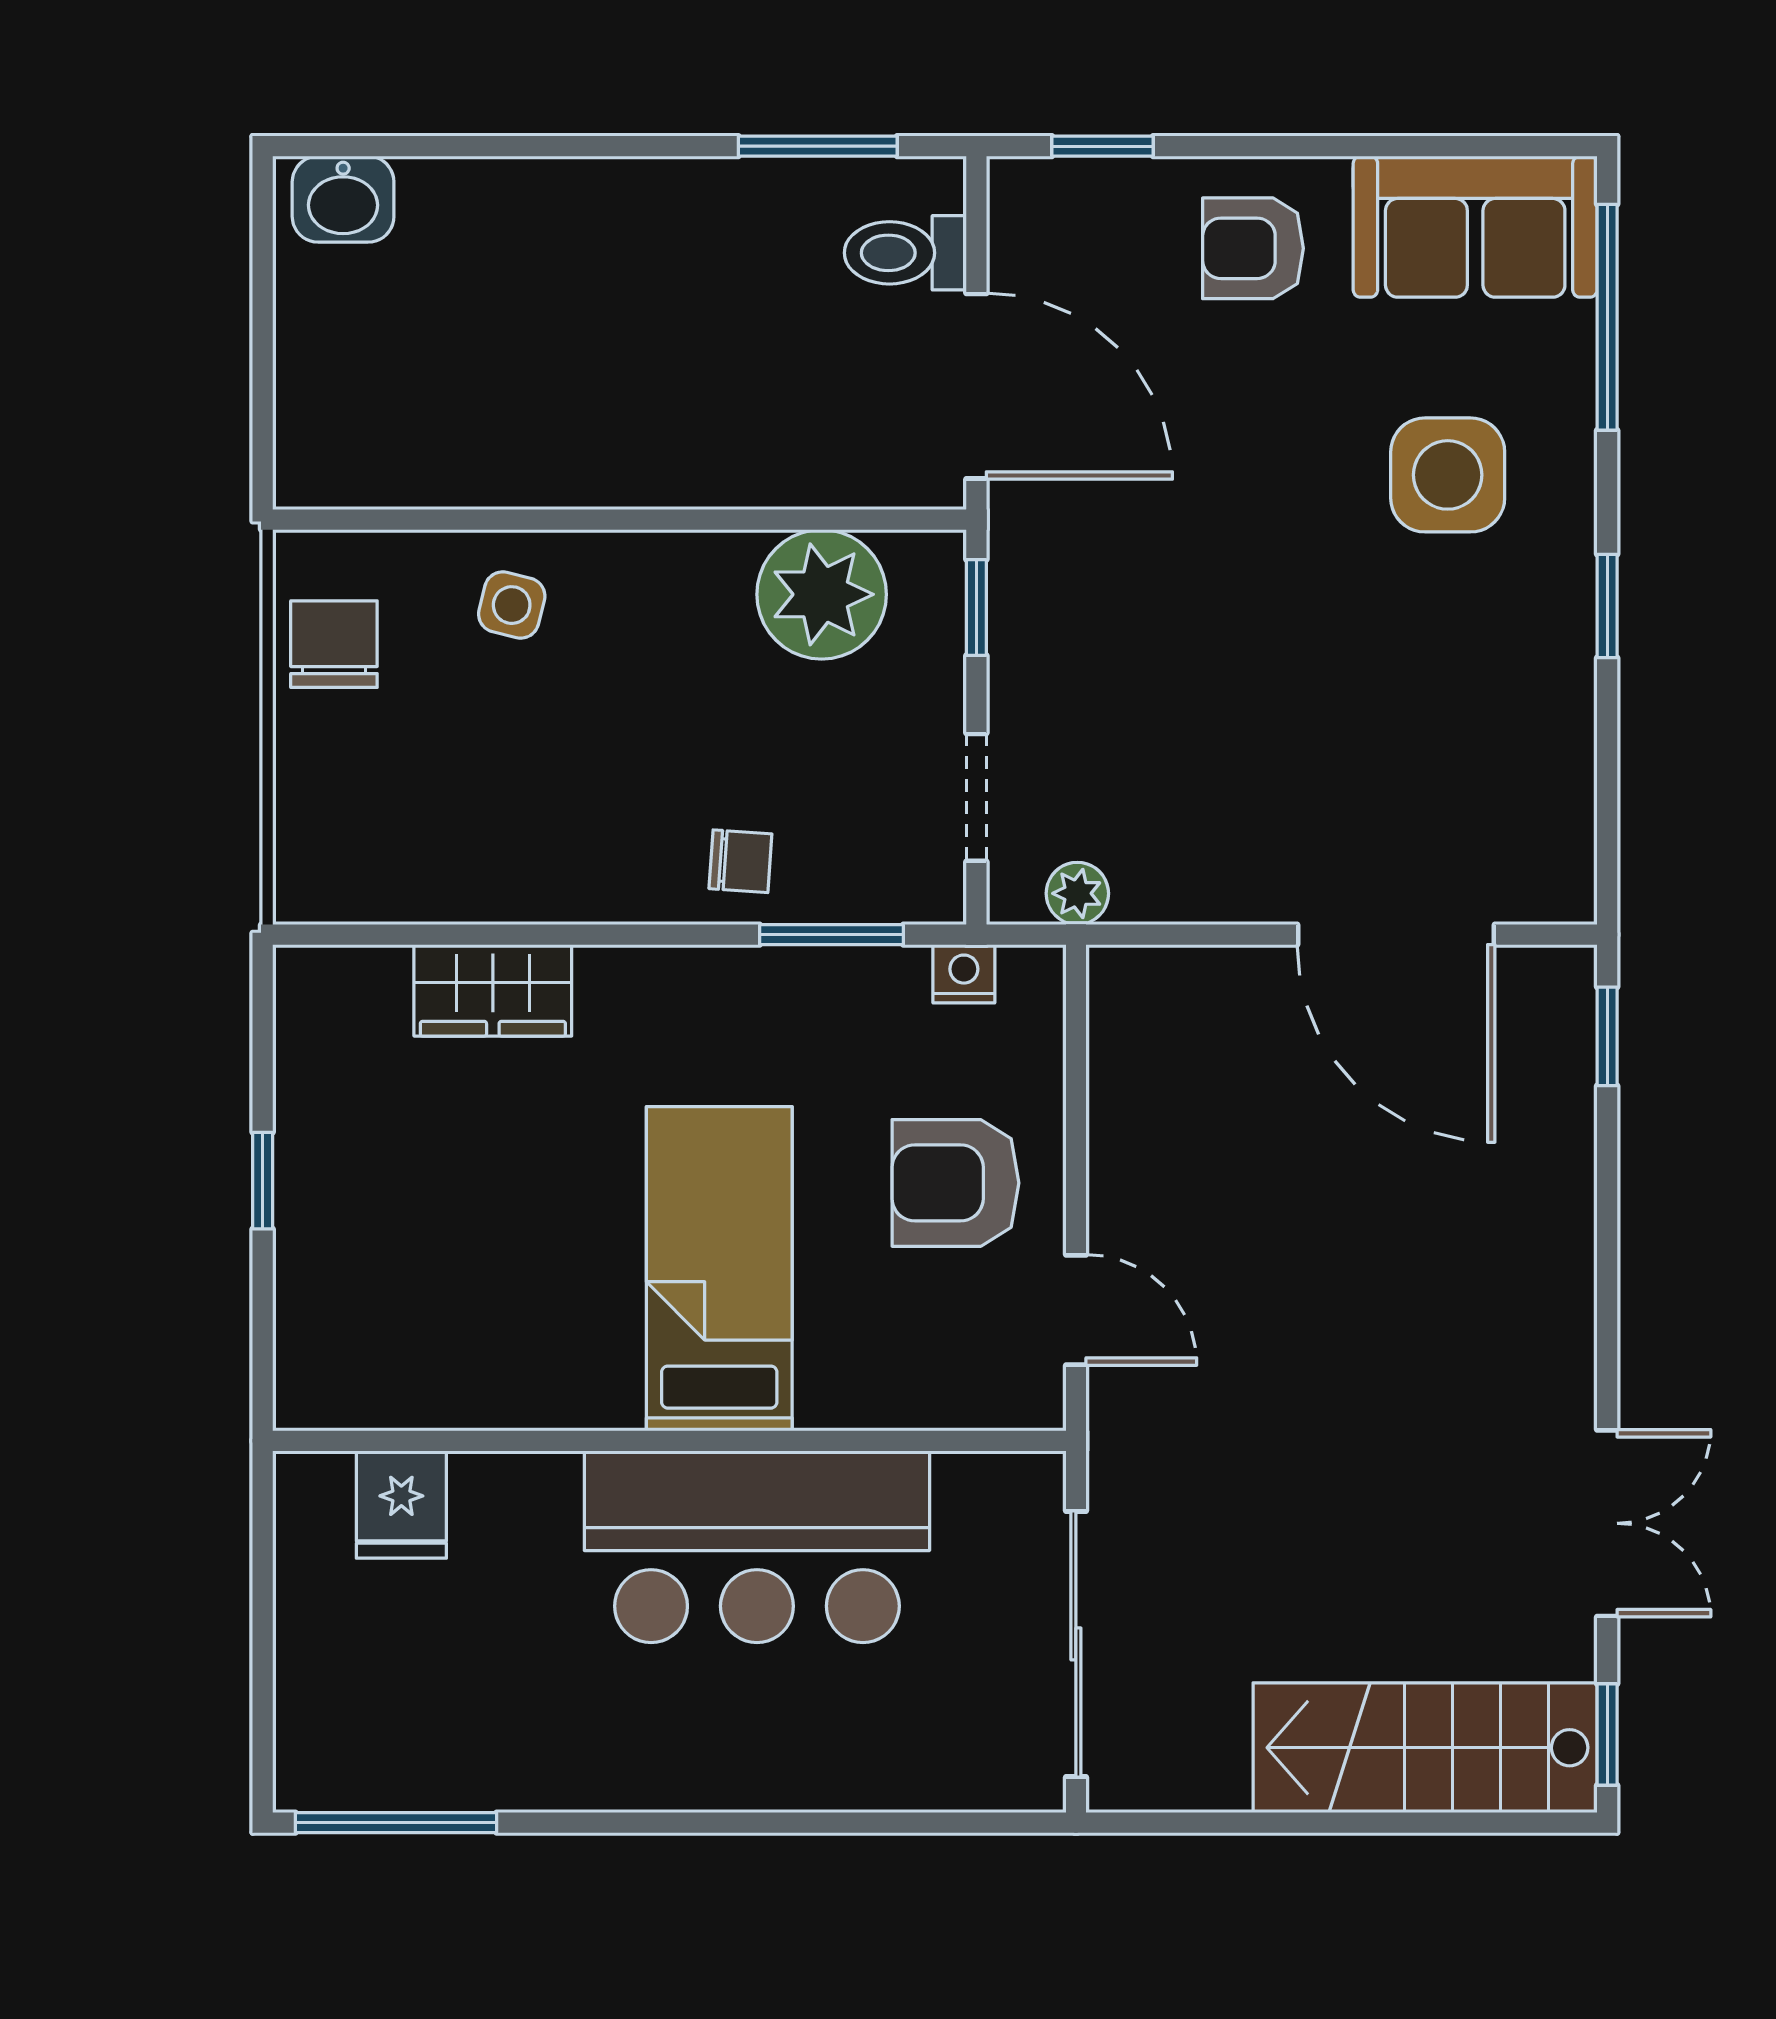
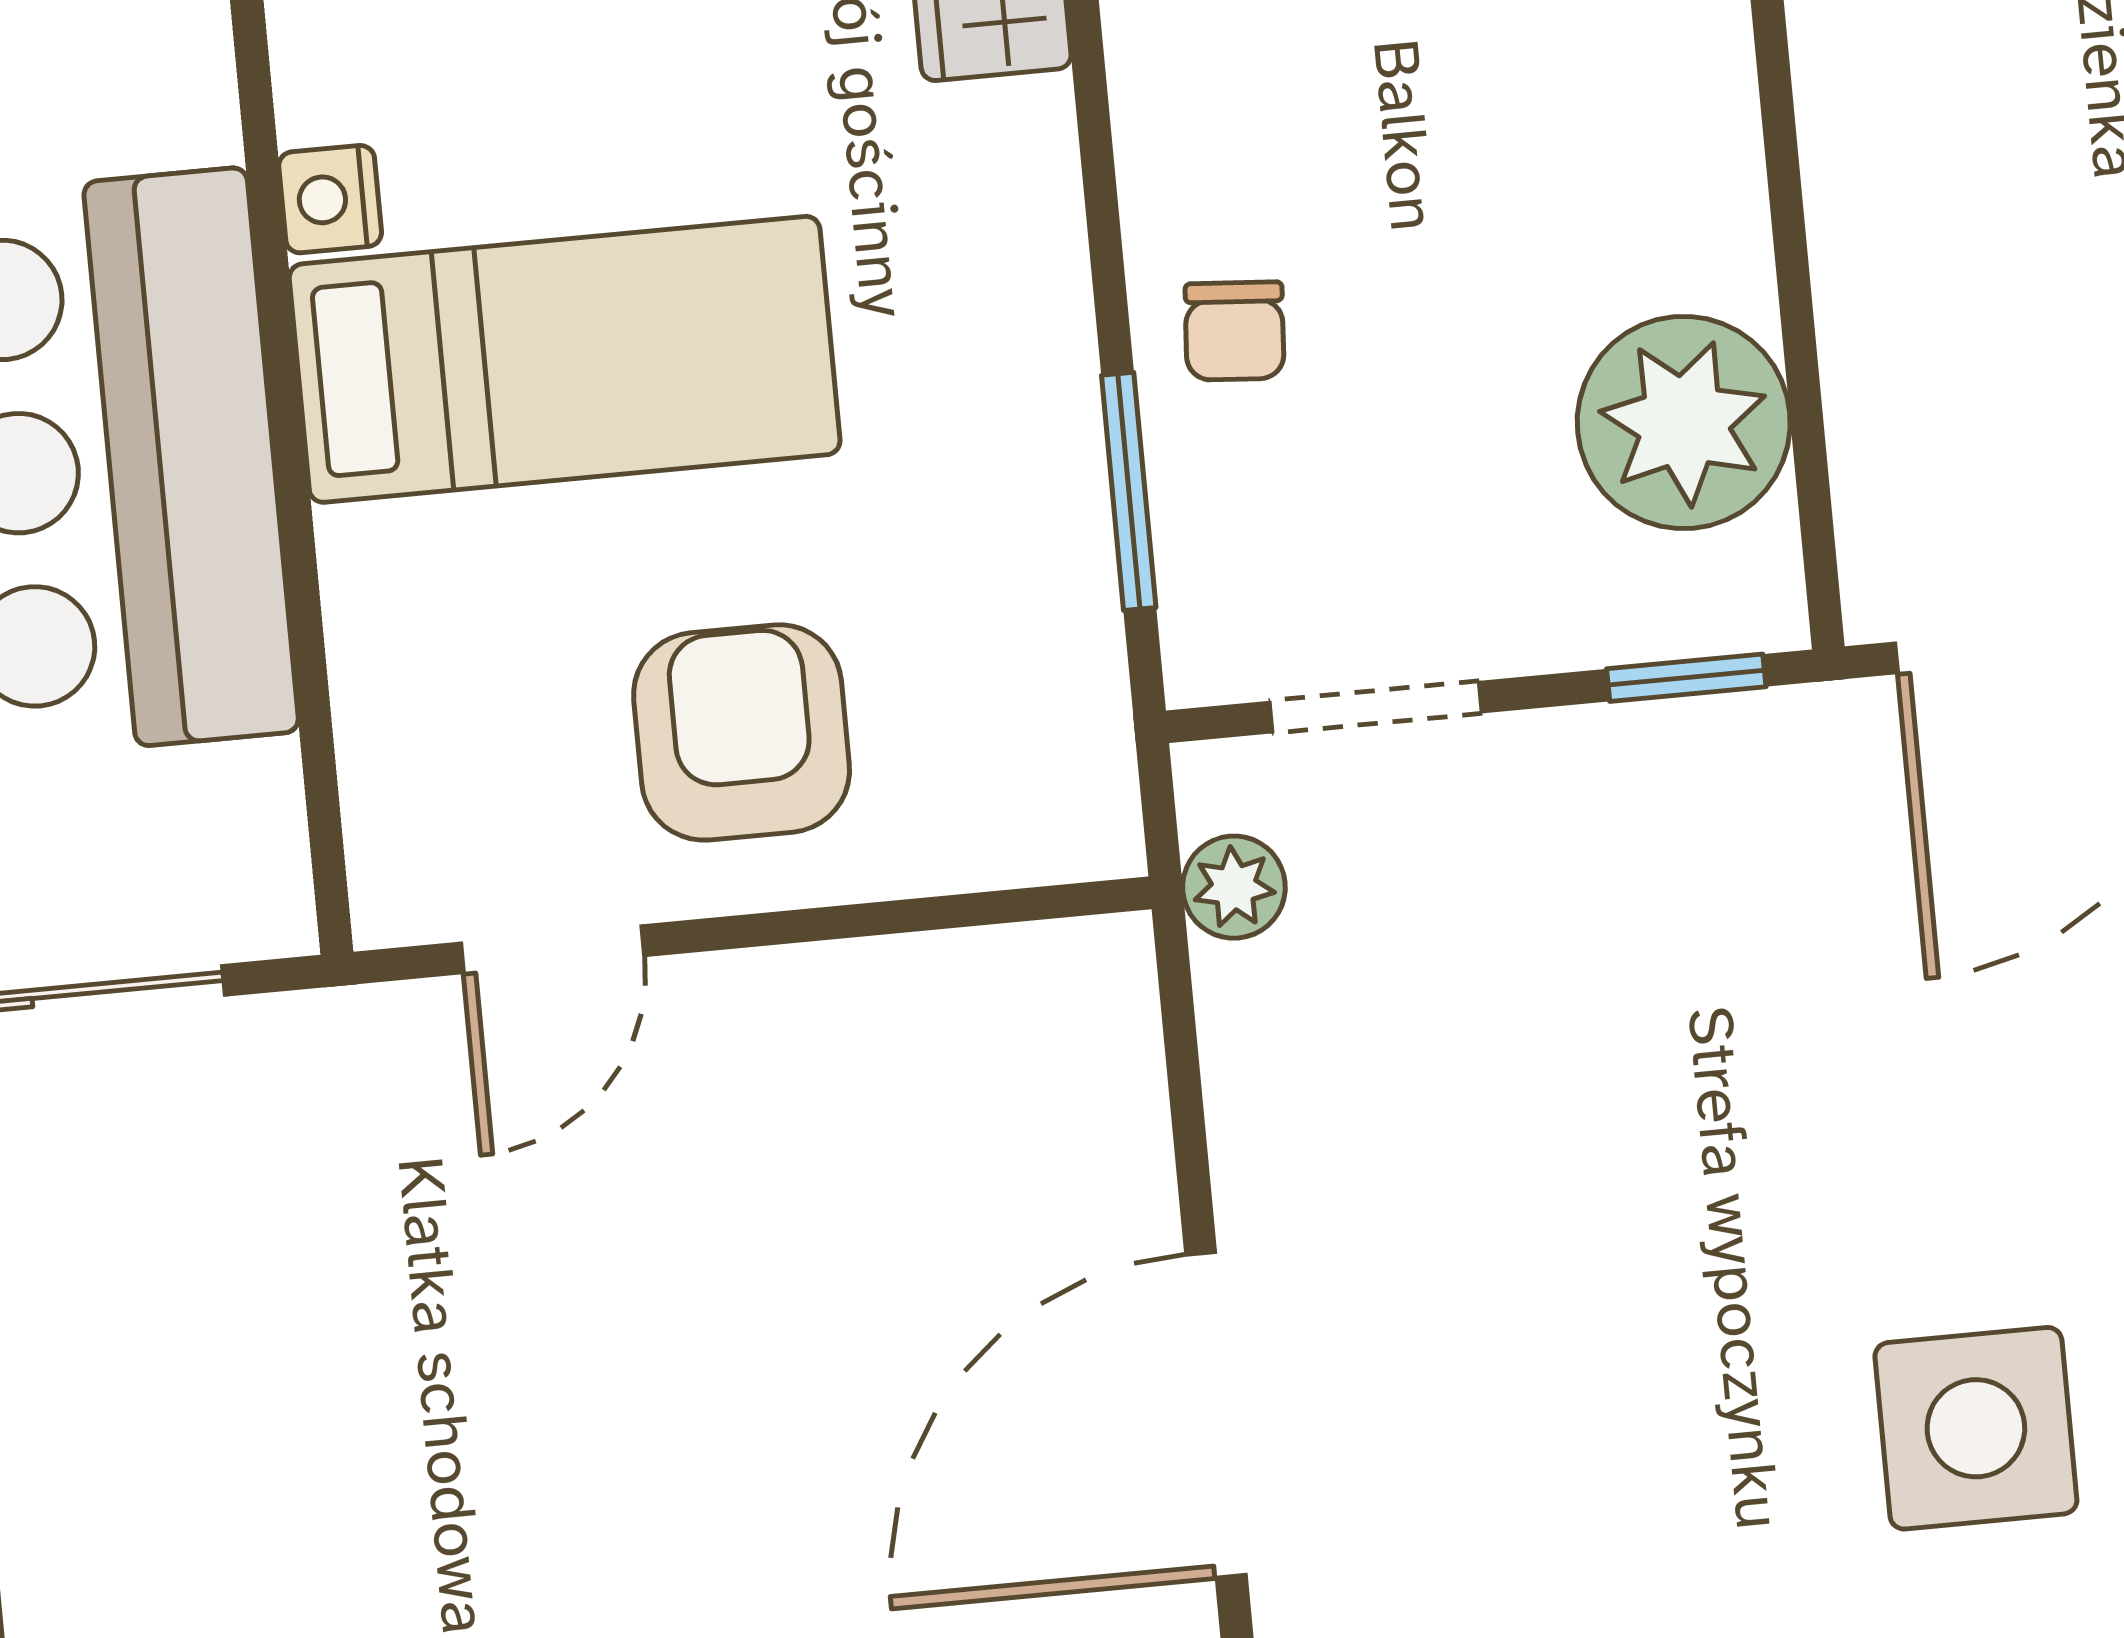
nightstand: (964, 974) -> (330, 199), moved, turned 180

